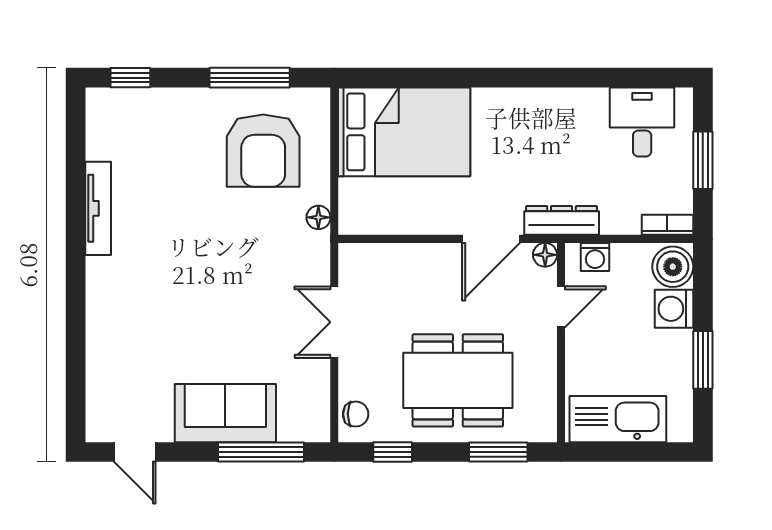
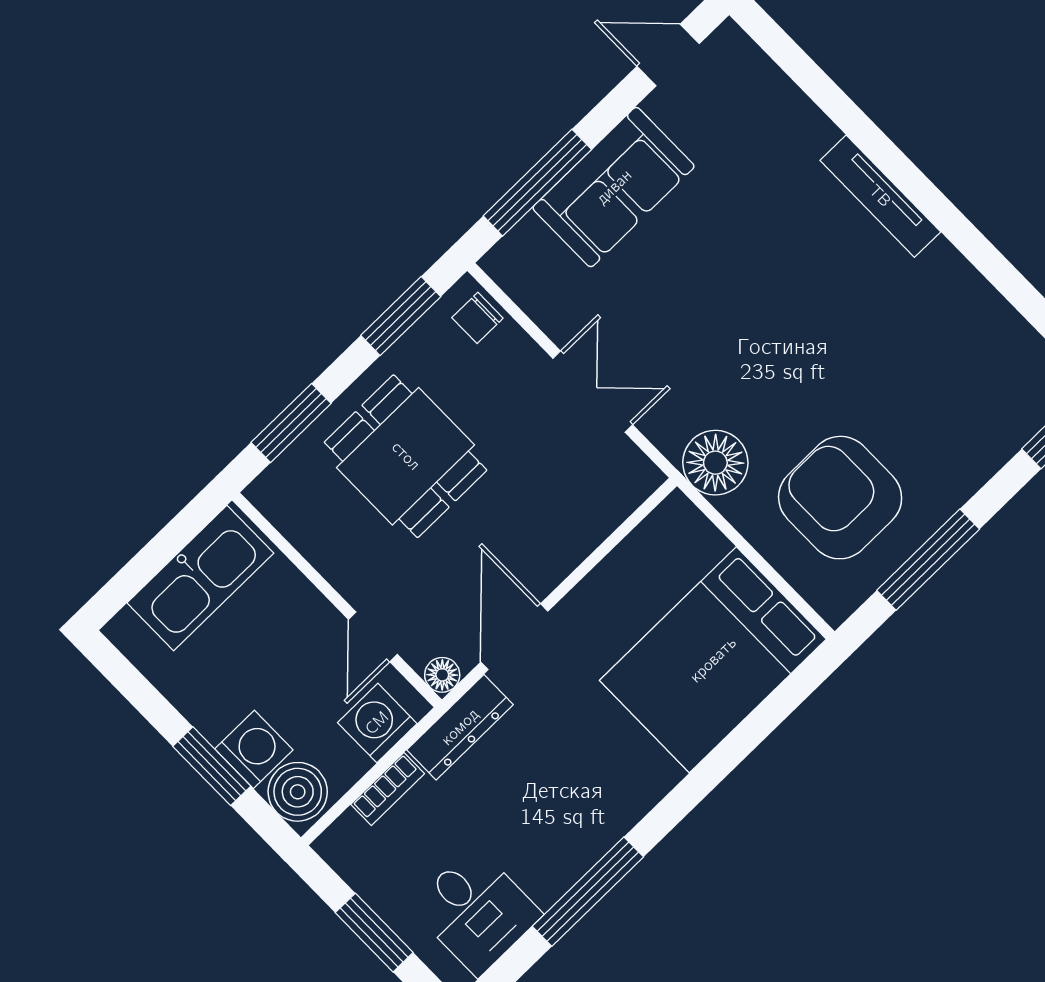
window: (578, 78) -> (588, 892), added
tv unit: (98, 208) -> (880, 196), moved
floor lamp: (318, 217) -> (715, 463), width x1.89, depth x1.89
bookcase: (667, 225) -> (388, 789), moved
washing machine: (595, 257) -> (377, 723), width x1.38, depth x1.38
window: (703, 360) -> (212, 766), moved
dining table: (458, 380) -> (406, 456), width x0.73
window: (393, 452) -> (401, 316), width x1.50

